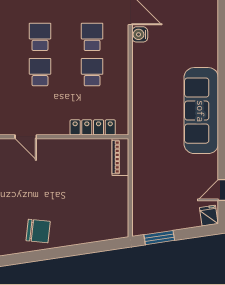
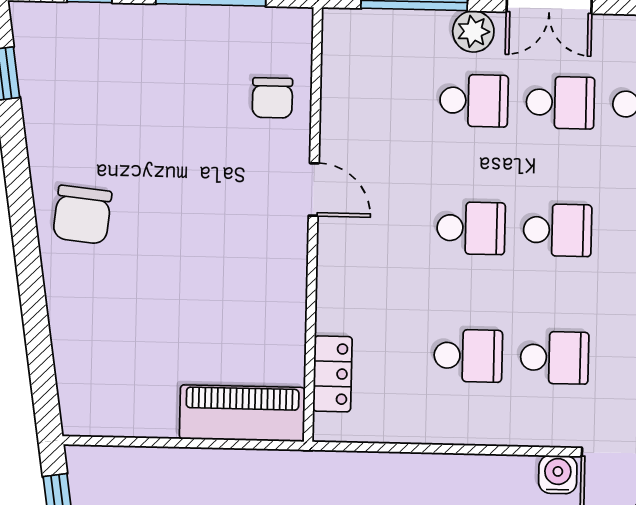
locker: (93, 127) -> (332, 374), width x0.66
door: (26, 137) -> (314, 189), swing flipped
piano: (120, 157) -> (242, 413), width x1.37, depth x1.33

